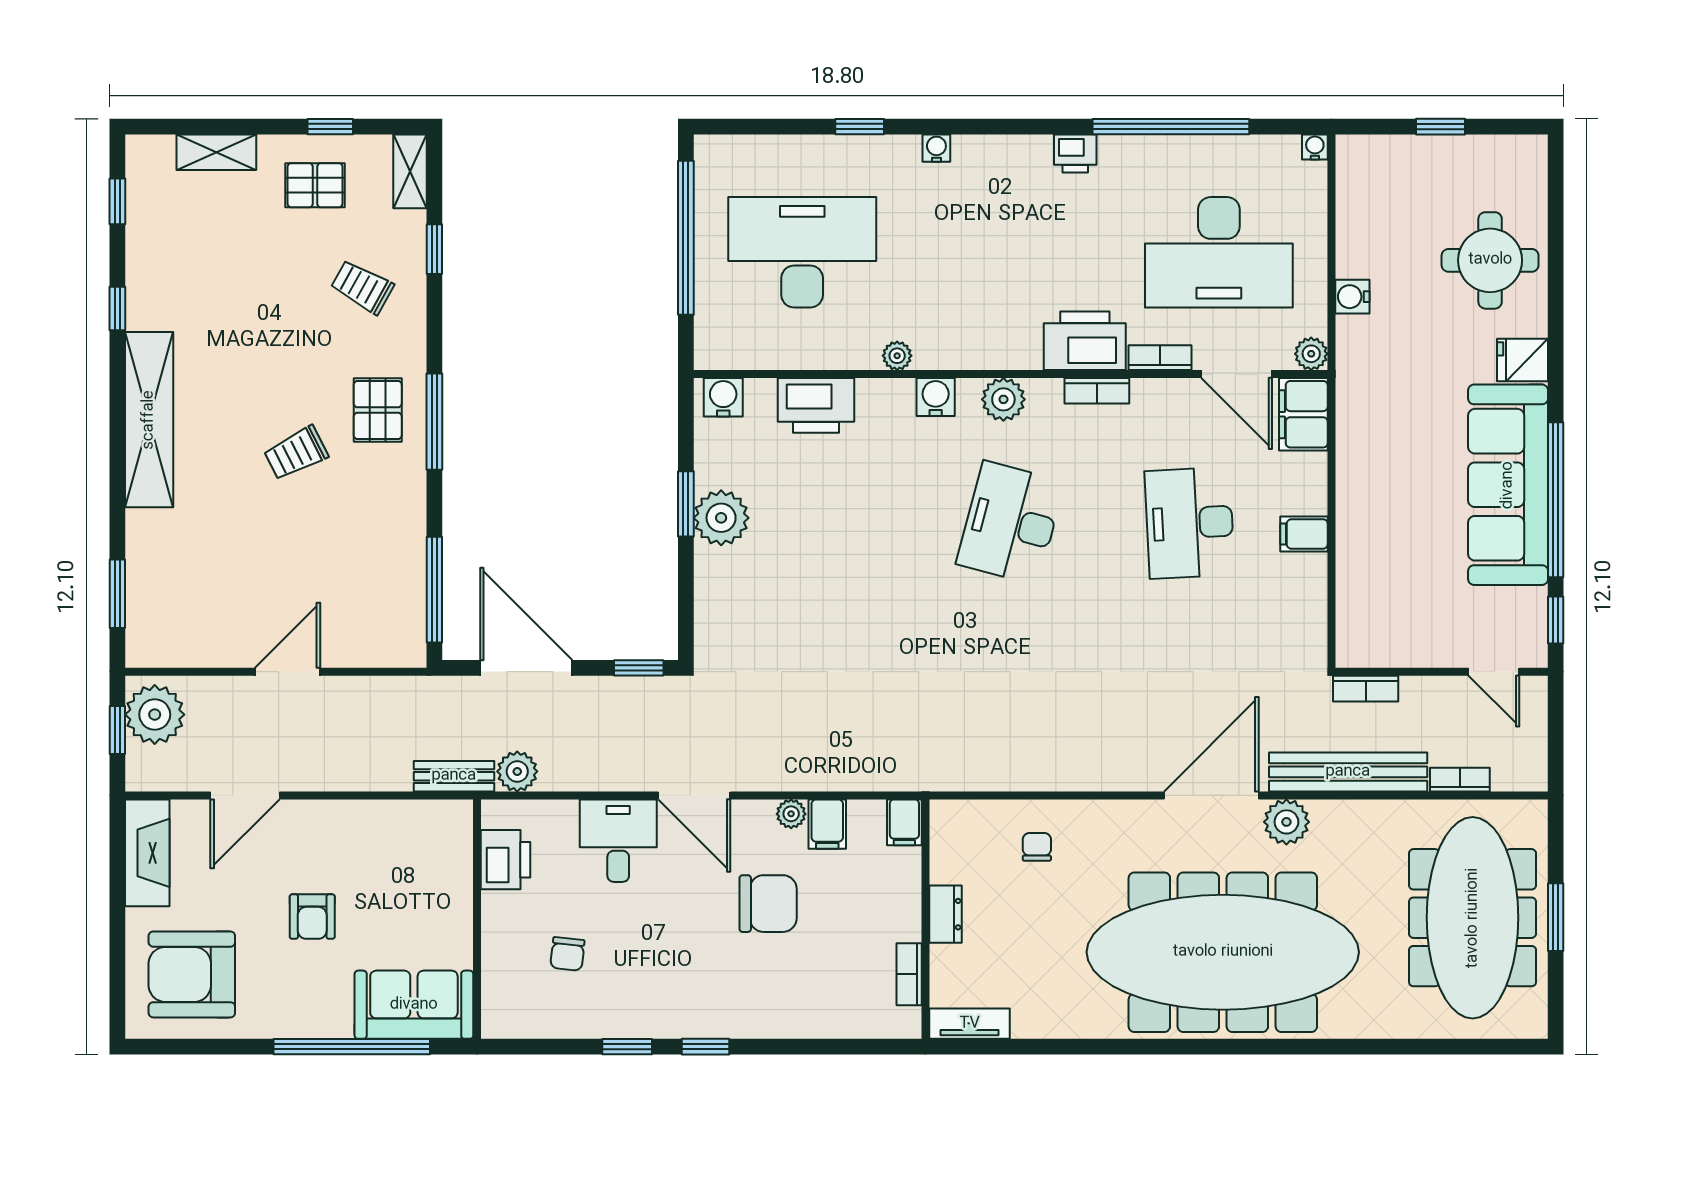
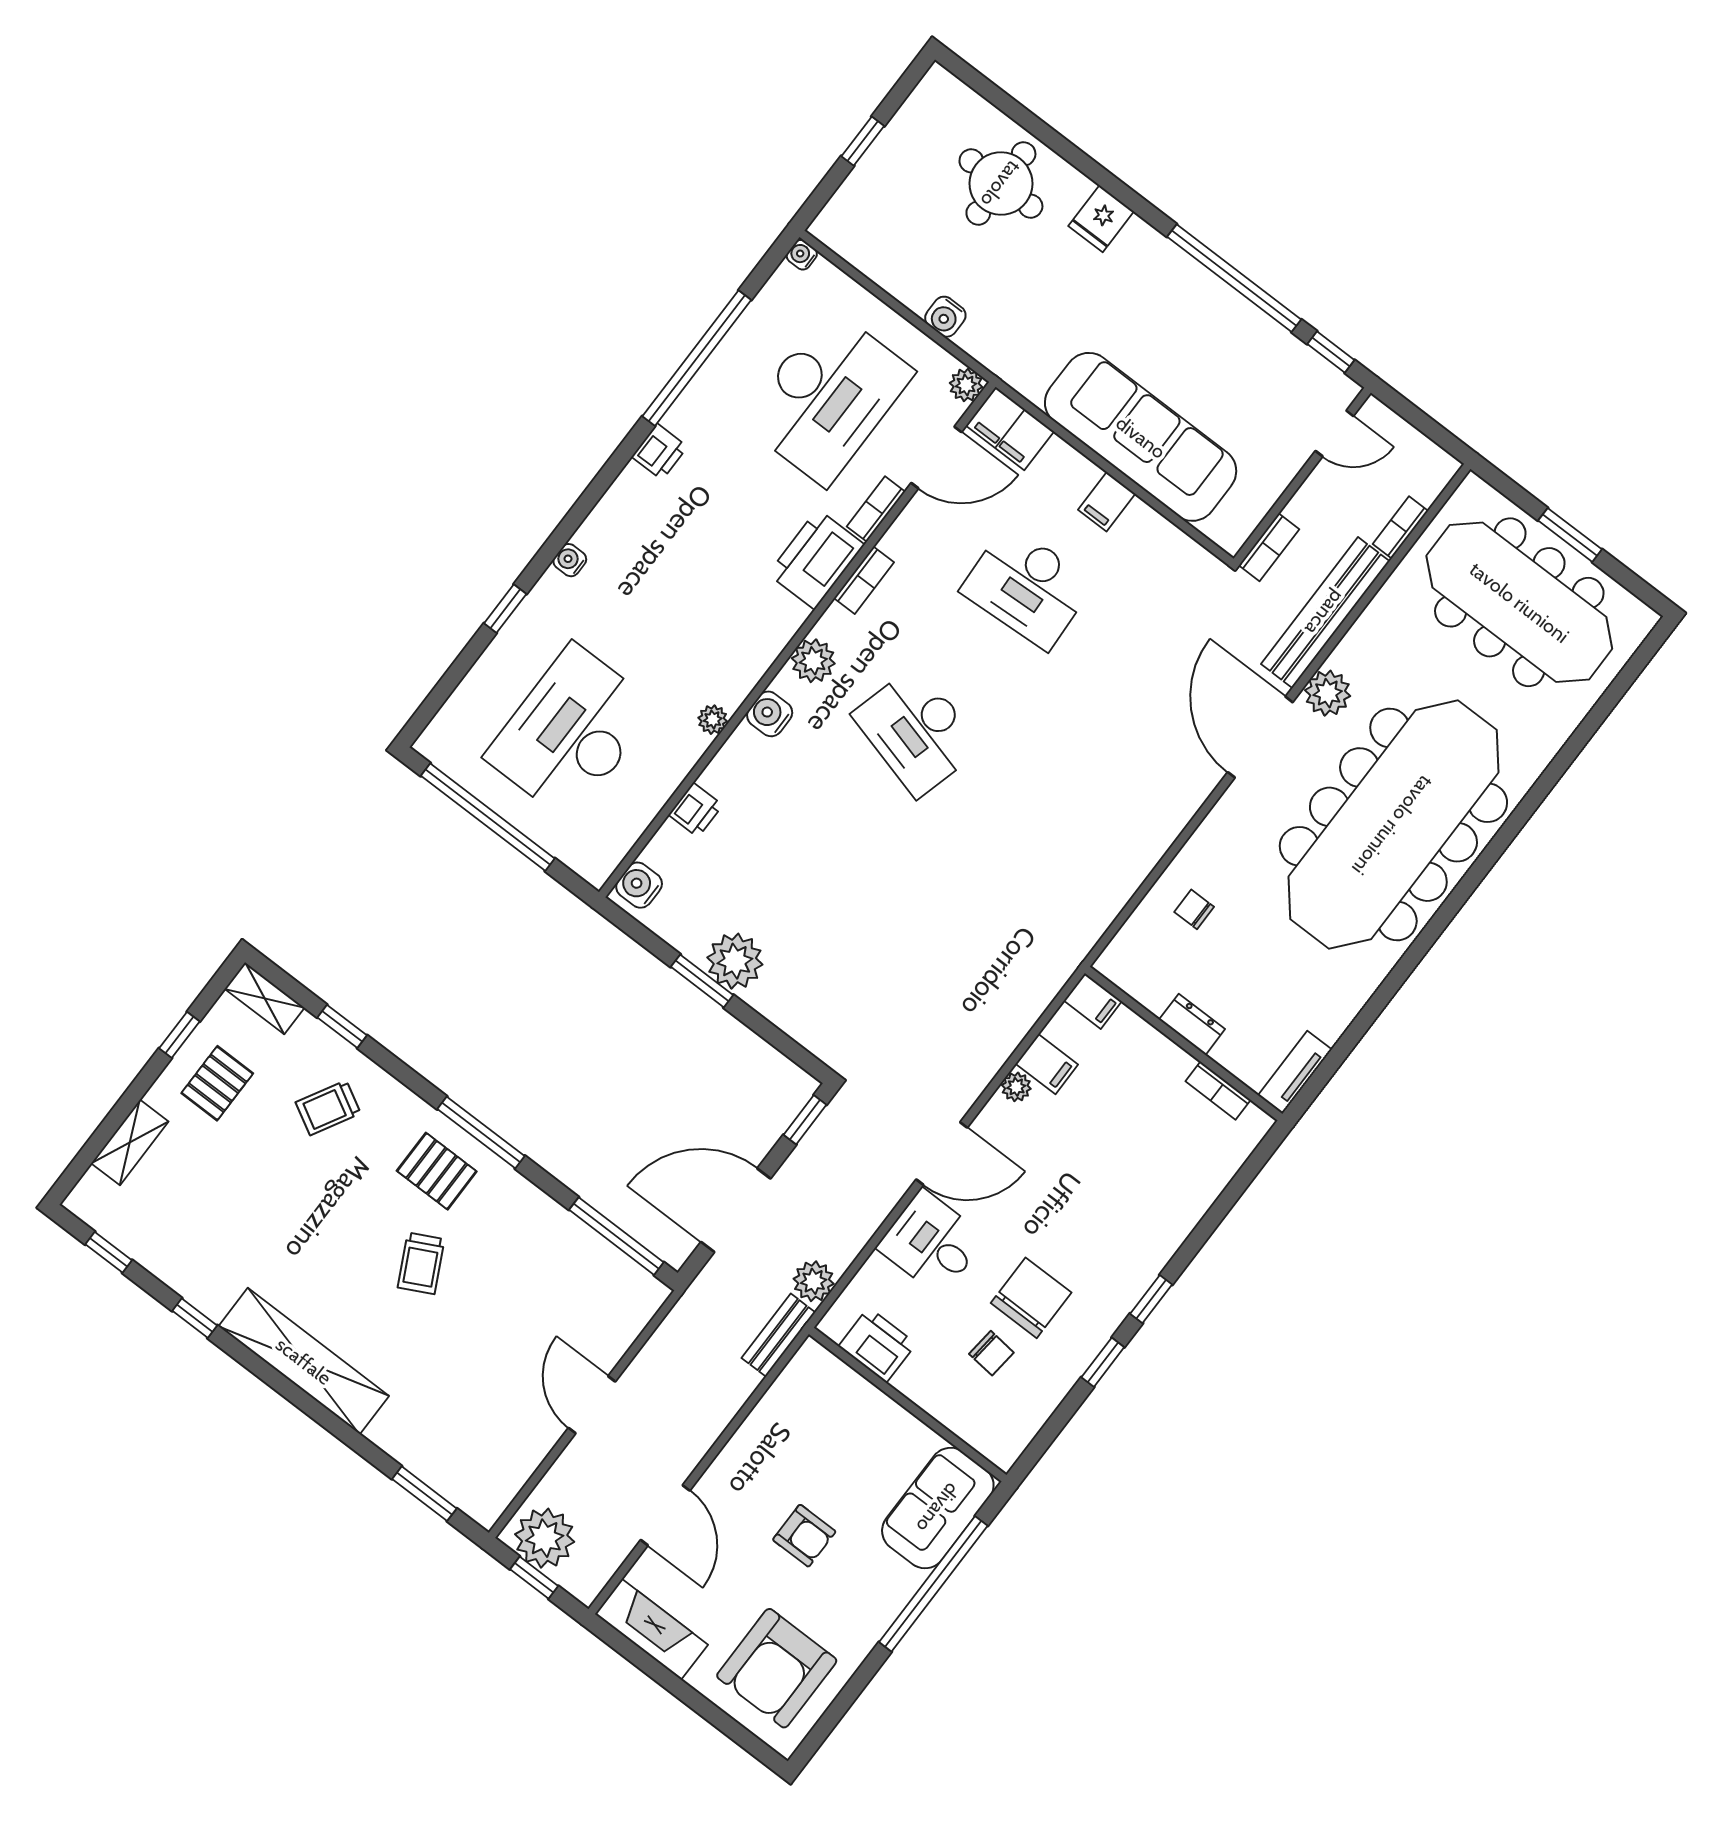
printer: (816, 405) -> (696, 810), width x0.53, depth x0.68
sofa: (1508, 485) -> (1141, 437), moved, turned 180
chair: (768, 904) -> (1031, 1298), moved

